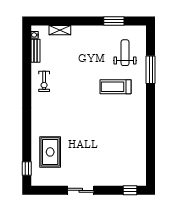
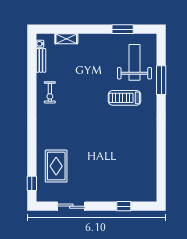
weight bench: (125, 53) -> (134, 62), width x1.36, depth x1.33
sliding door: (81, 190) -> (71, 206), moved
window: (130, 190) -> (124, 206), moved

